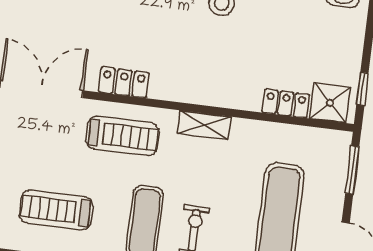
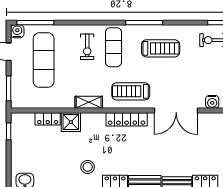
locker: (124, 82) -> (127, 119), width x1.53
shower: (330, 103) -> (71, 122), moved

